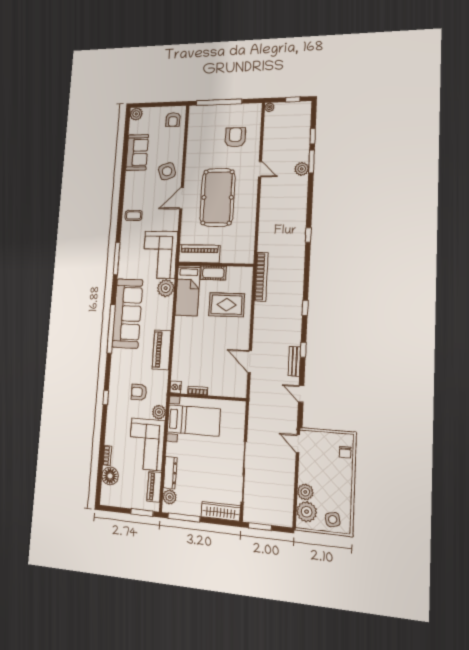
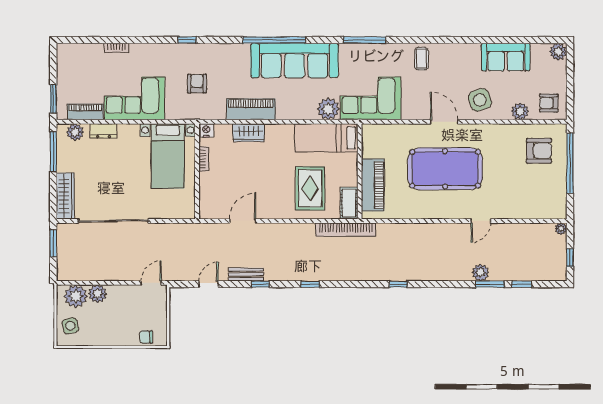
armchair: (235, 137) -> (539, 151), moved
piano: (199, 254) -> (373, 185), moved
cot: (213, 273) -> (349, 203), moved
wardrobe: (180, 353) -> (249, 133), added
plant: (159, 412) -> (520, 111), moved
dresser: (170, 473) -> (103, 131), width x0.70
floor lamp: (110, 476) -> (92, 54), removed

